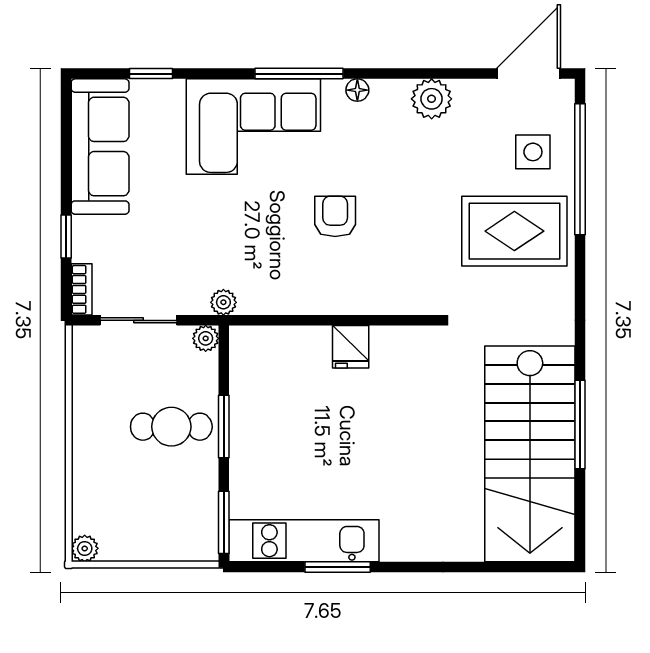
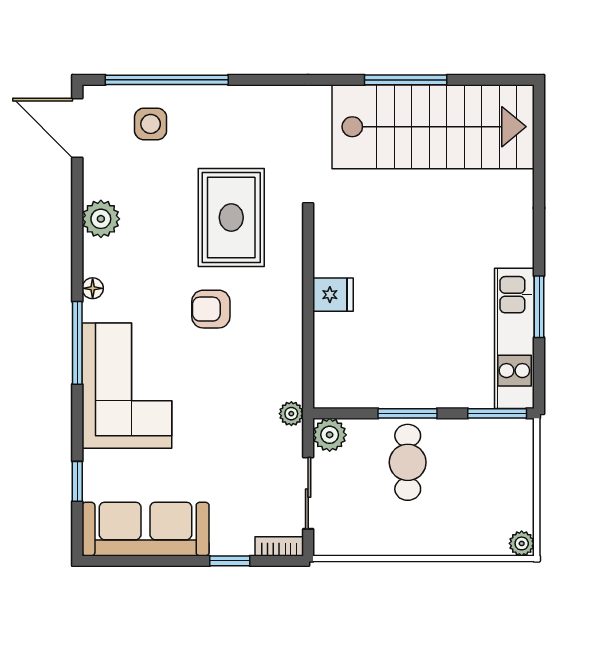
rug: (514, 231) -> (231, 217), moved
plant: (206, 338) -> (330, 435), width x1.38, depth x1.38

